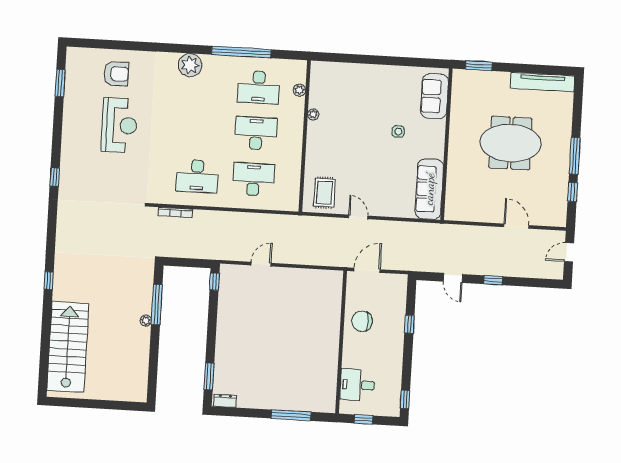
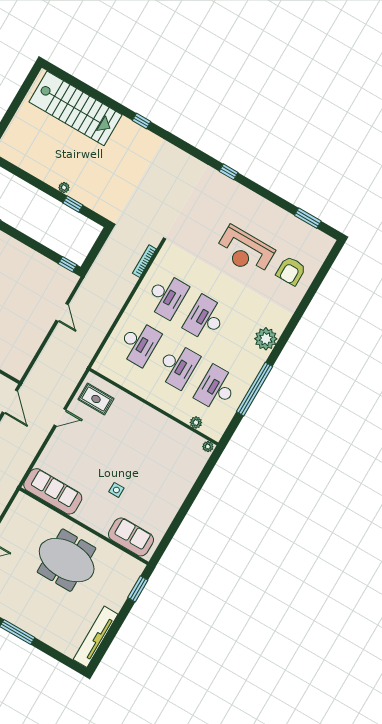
plant: (313, 114) -> (208, 447), moved
desk: (200, 130) -> (205, 318), added
meeting table: (511, 143) -> (67, 560), moved, turned 90
desk: (197, 176) -> (167, 296), turned 180
window: (157, 305) -> (73, 204), width x0.46

